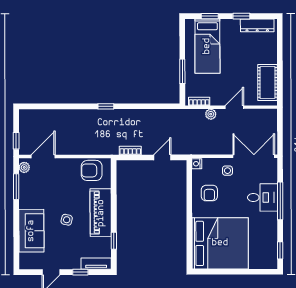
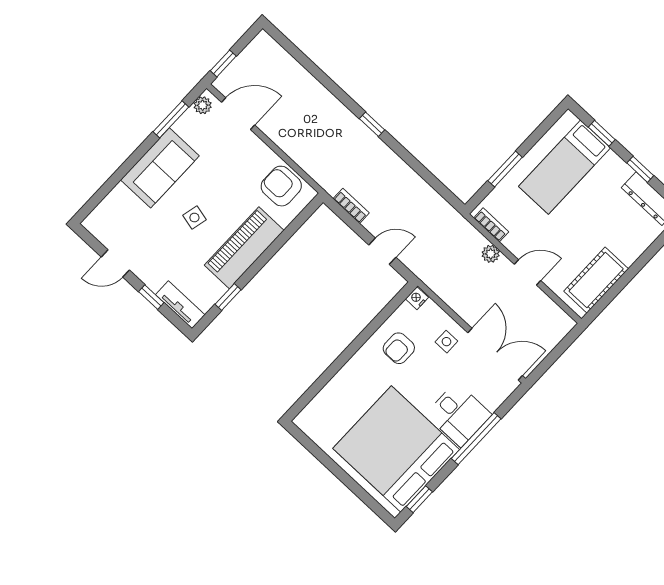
sofa: (31, 231) -> (160, 168), moved
bed: (220, 243) -> (396, 449), moved, turned 180

